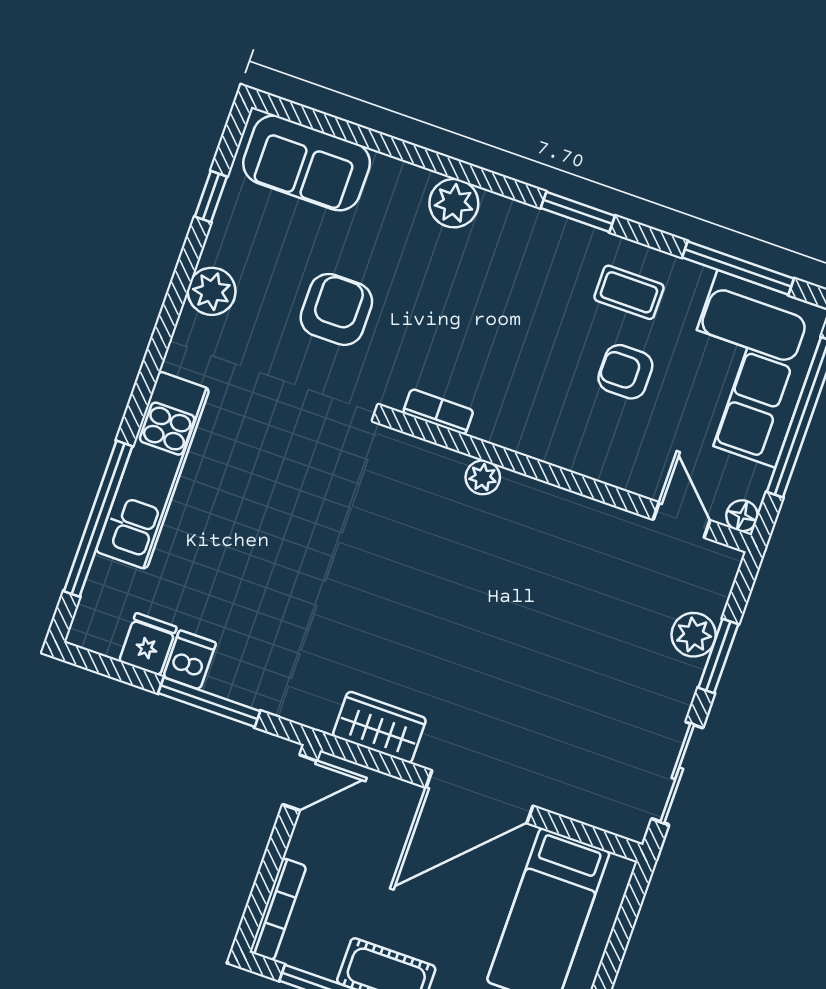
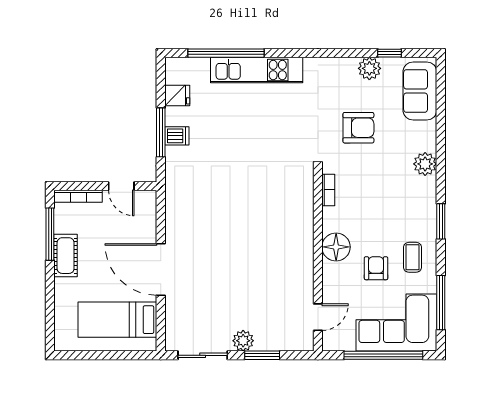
plant: (212, 291) -> (369, 68), moved
plant: (483, 477) -> (306, 220), removed
floor lamp: (742, 516) -> (336, 247), moved, width x1.89, depth x1.89
plant: (694, 635) -> (243, 341), moved
dishwasher: (190, 660) -> (177, 136), moved
wardrobe: (379, 727) -> (176, 213), removed
door: (300, 783) -> (121, 186), moved

